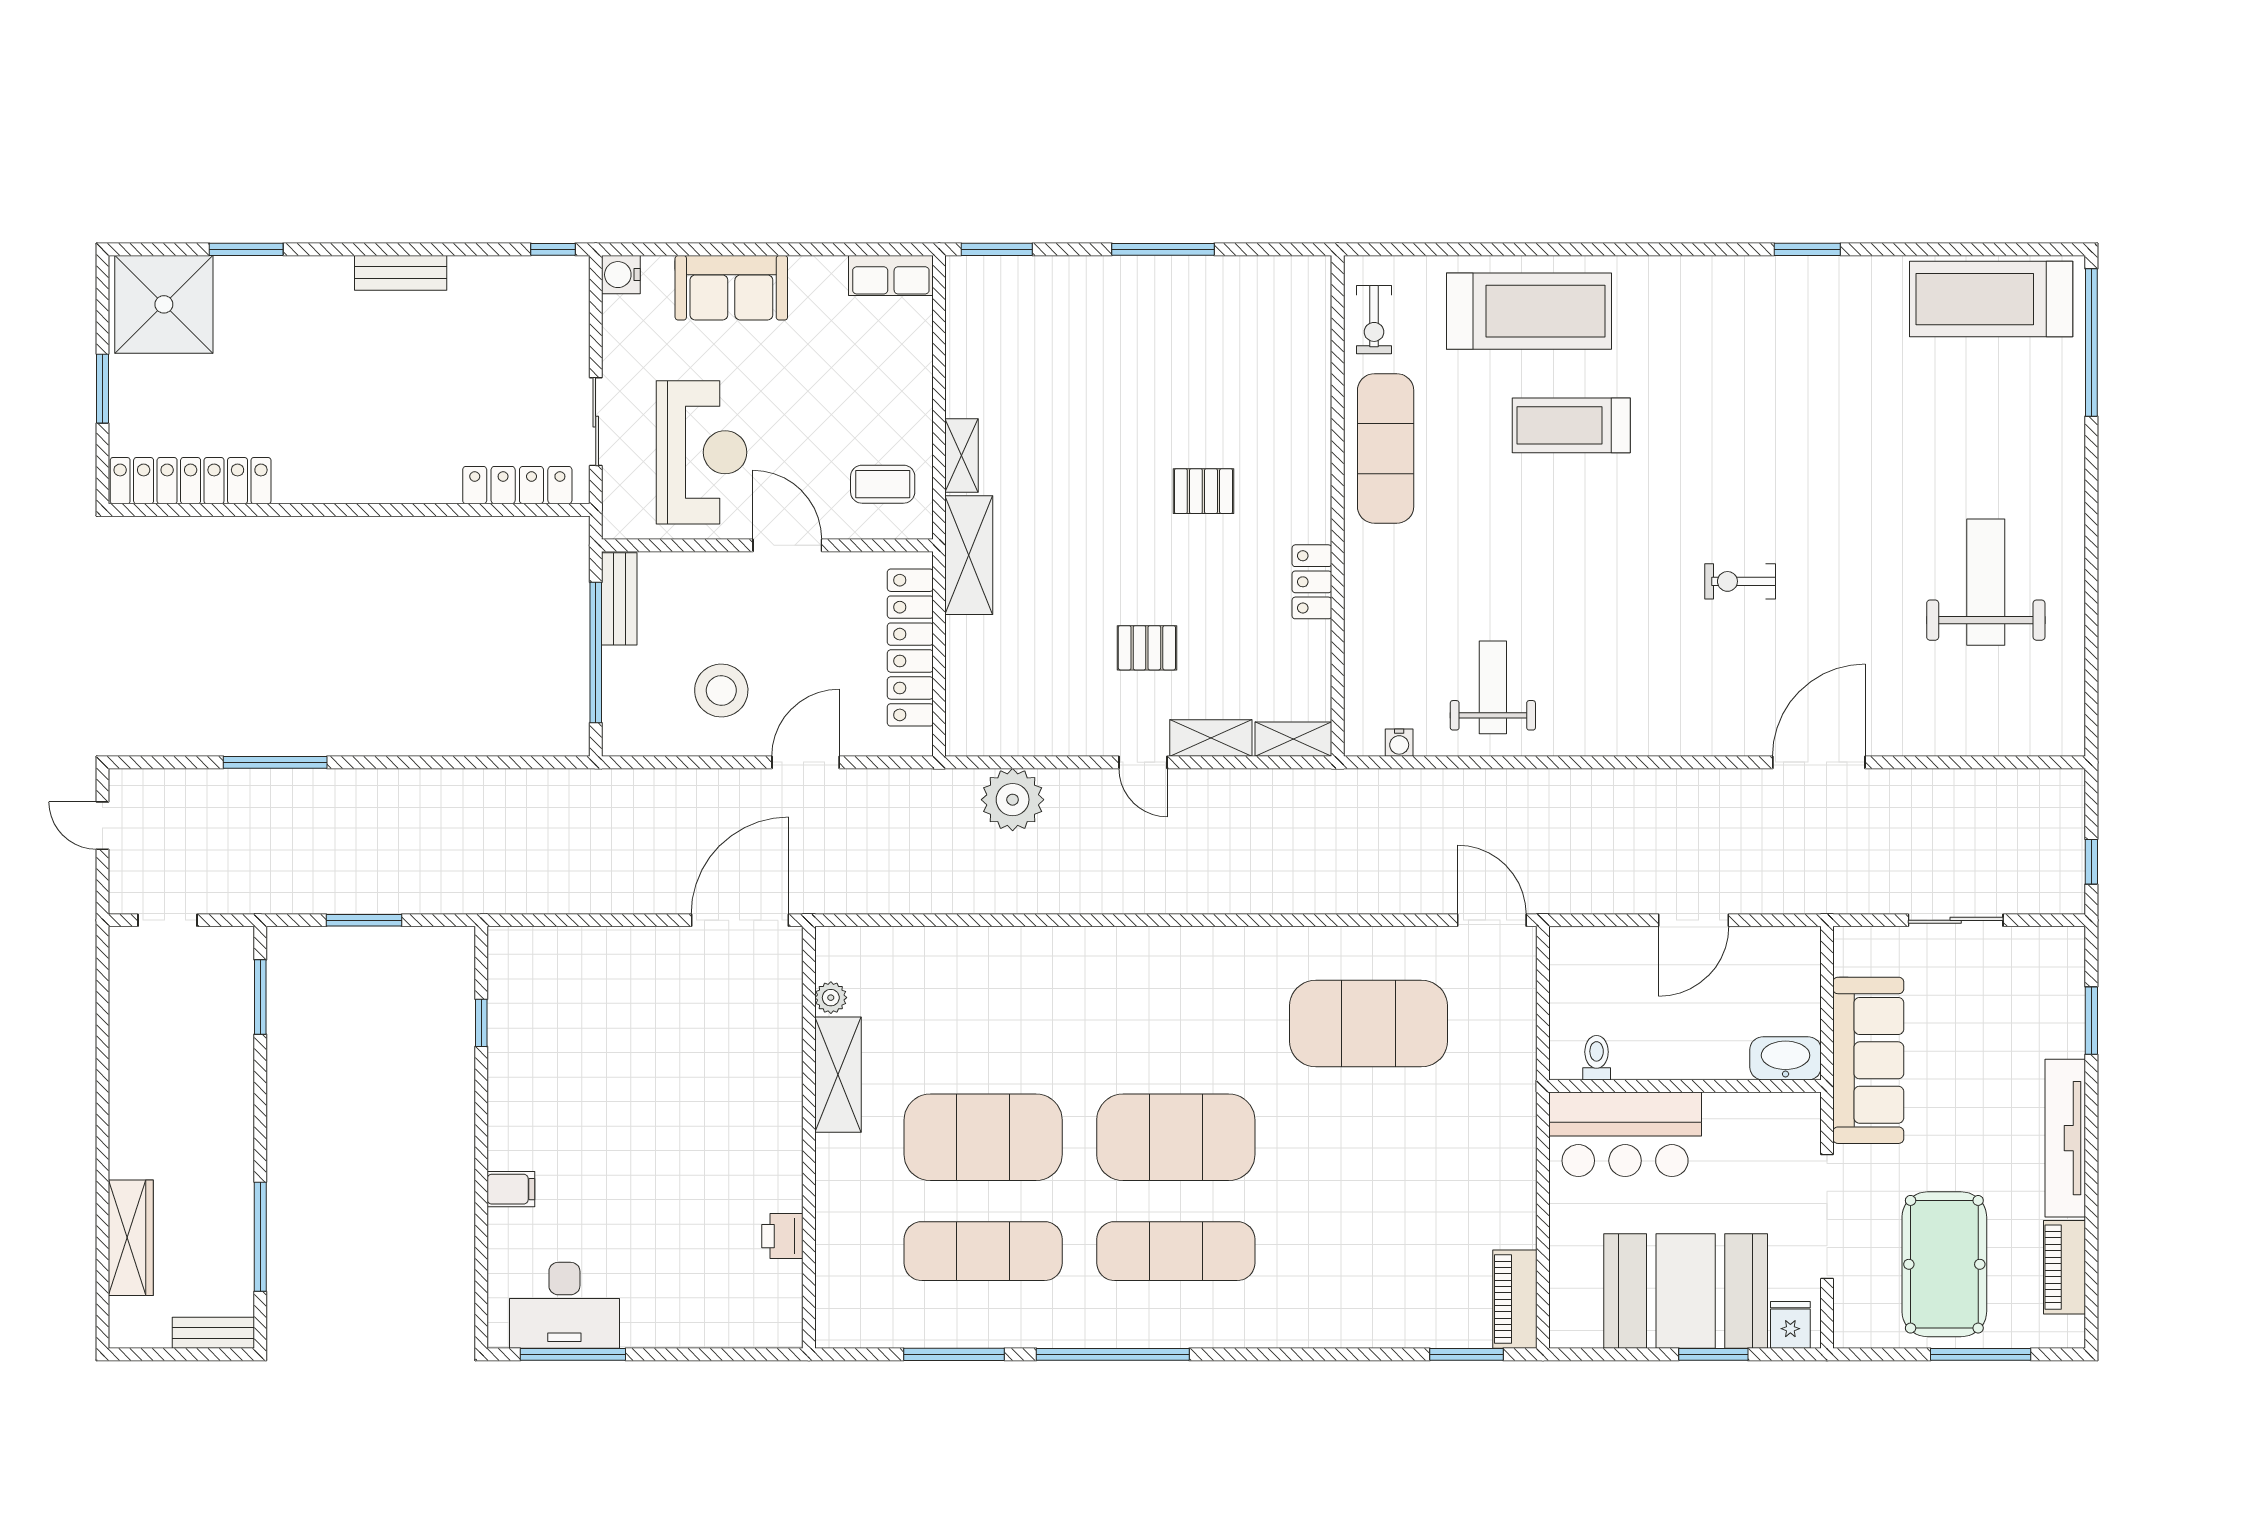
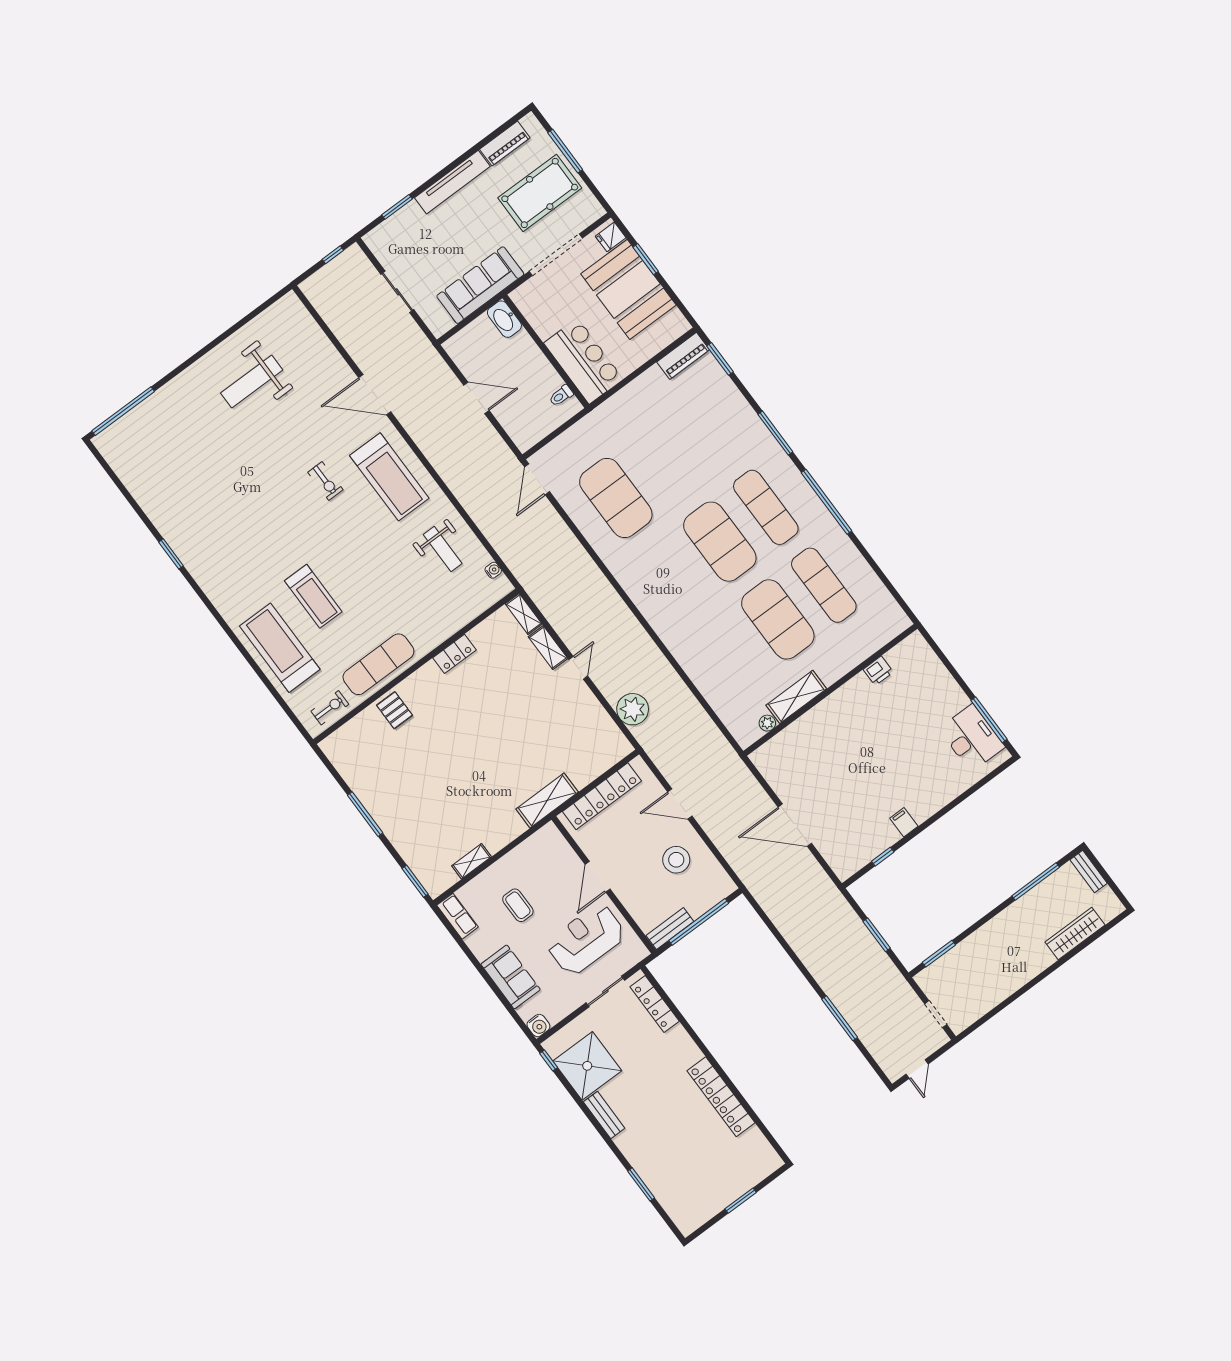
treadmill: (1991, 299) -> (389, 477), moved
shower: (164, 304) -> (587, 1066), moved
shelving: (962, 456) -> (472, 861), moved
locker: (191, 481) -> (721, 1097), moved
coffee table: (883, 484) -> (518, 905), moved
pallet: (1203, 491) -> (395, 710), moved
pallet: (1147, 648) -> (531, 701), removed
weight bench: (1493, 687) -> (443, 549), turned -90
door: (740, 920) -> (795, 825), moved
filing cabinet: (511, 1189) -> (904, 822), moved
window: (954, 1354) -> (775, 433), moved

